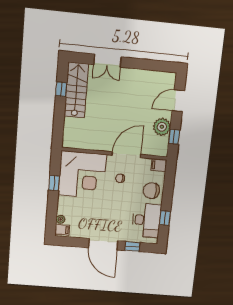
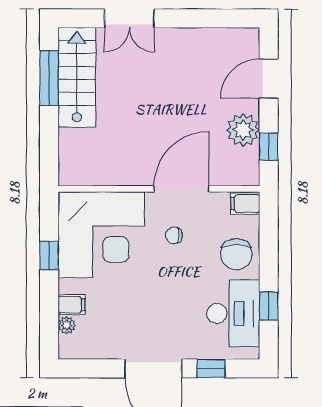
window: (61, 89) -> (49, 78), width x2.17
chair: (151, 191) -> (236, 254), turned -90
filing cabinet: (62, 230) -> (71, 305), moved

